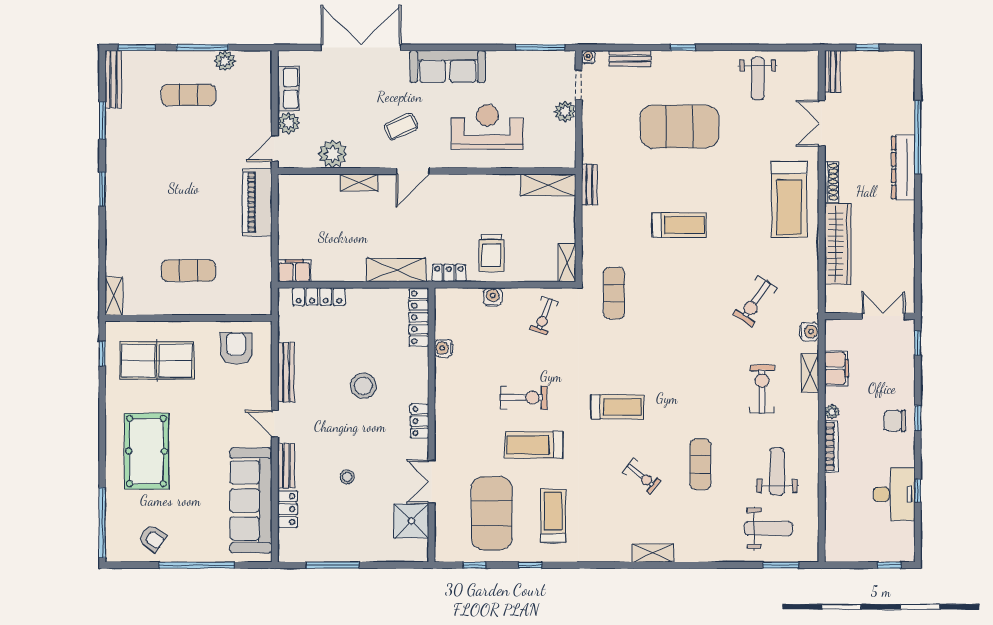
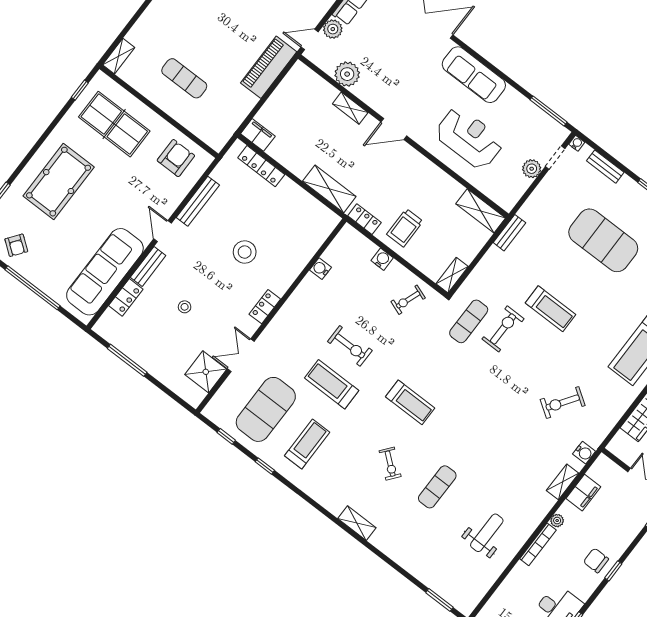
coffee table: (401, 127) -> (409, 92), removed
locker: (419, 317) -> (320, 234), removed
exercise bike: (762, 389) -> (503, 329), moved
weight bench: (769, 528) -> (451, 568), removed

